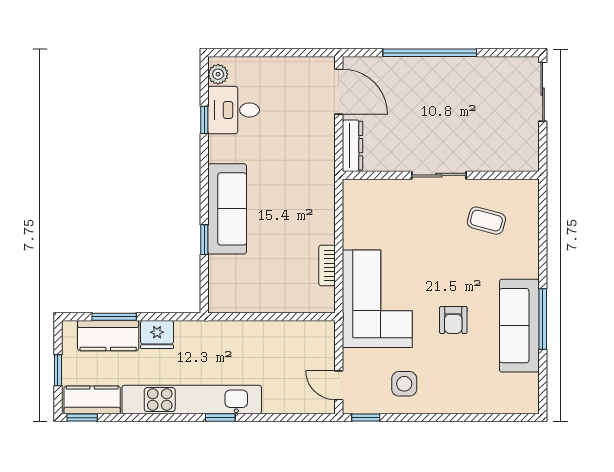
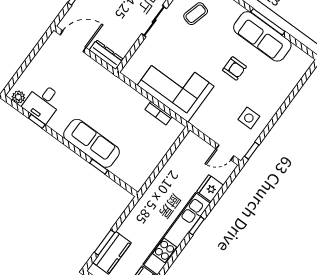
corner sofa: (377, 299) -> (176, 86), moved
fridge: (157, 334) -> (210, 188), moved, turned 180

